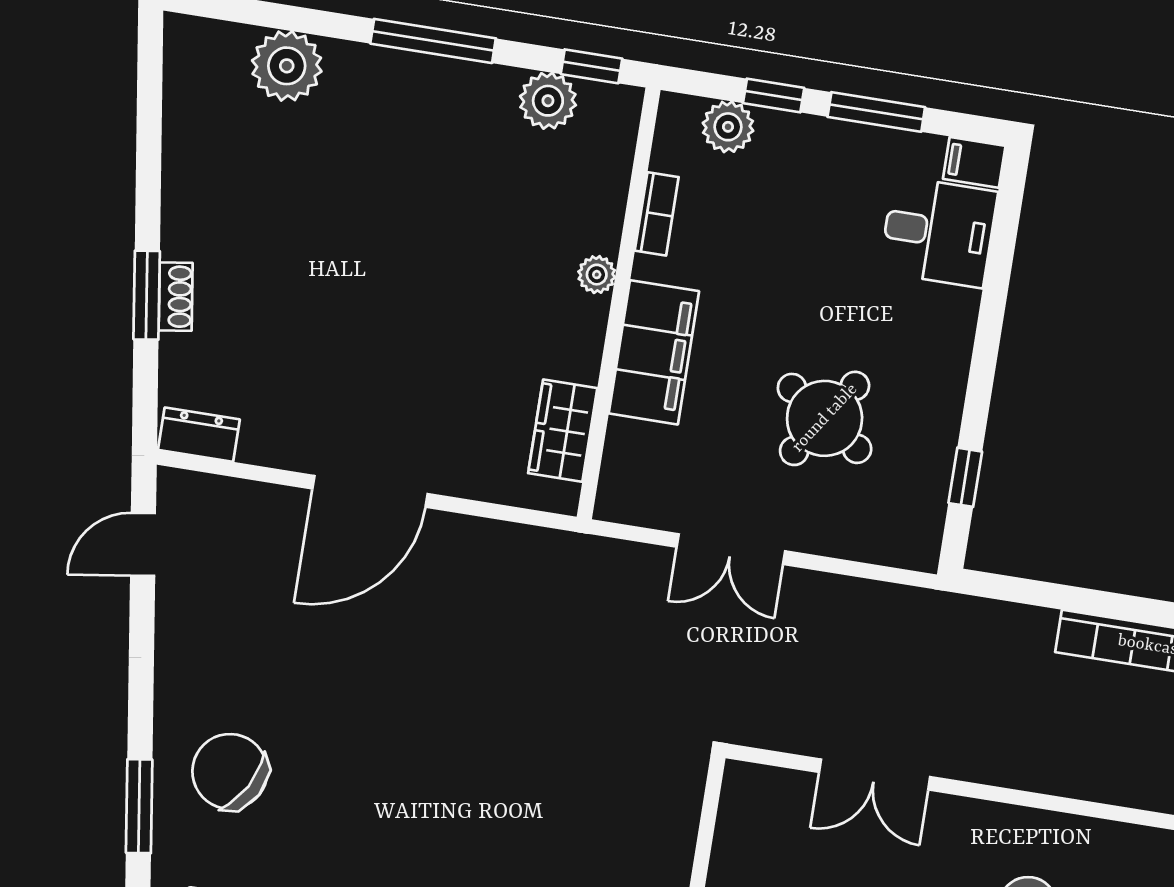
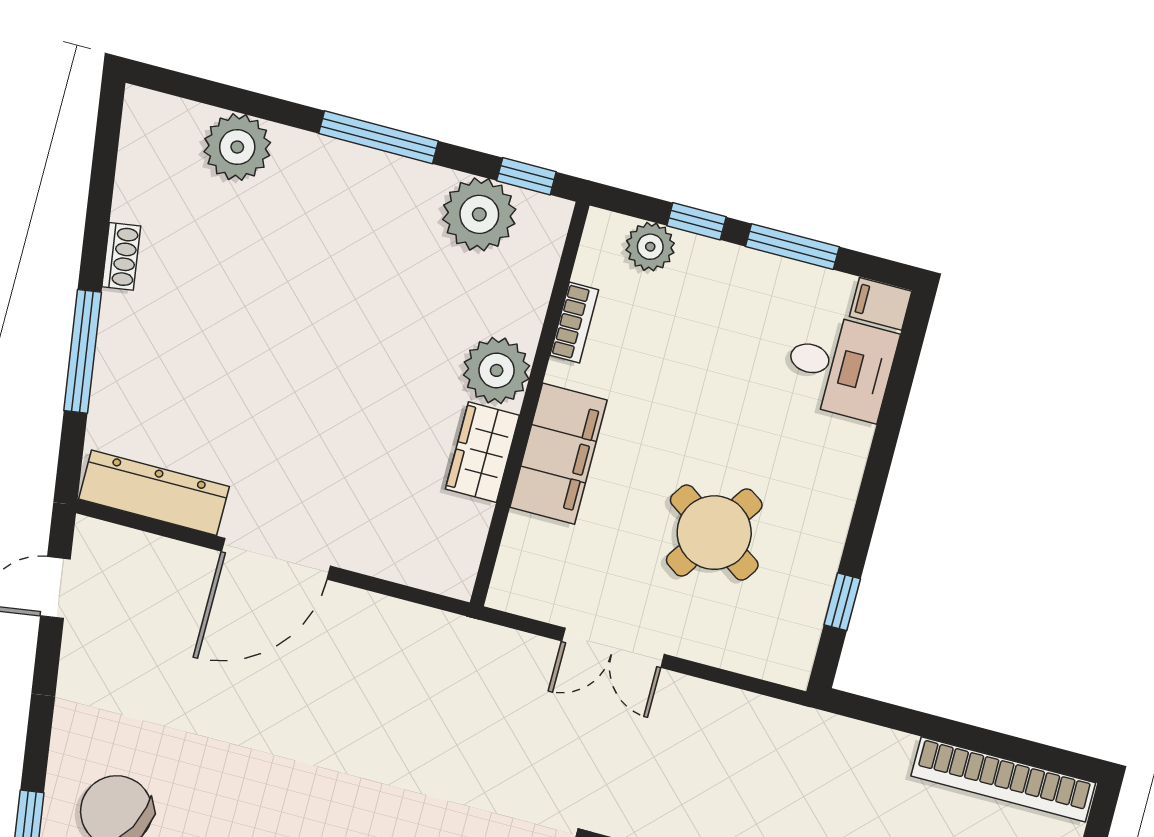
plant: (548, 101) -> (479, 214), width x1.36, depth x1.36
plant: (597, 275) -> (497, 370), width x1.88, depth x1.88
window: (147, 295) -> (83, 351), width x1.44
shoe rack: (176, 297) -> (121, 256), moved
wardrobe: (563, 431) -> (482, 452), moved
dresser: (199, 435) -> (154, 493), width x1.96, depth x1.24

